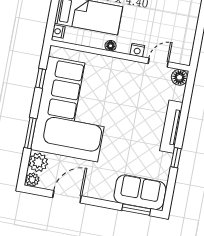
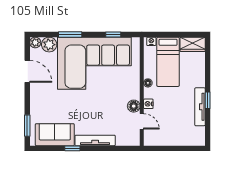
floor lamp: (180, 77) -> (134, 106), moved
sofa: (140, 192) -> (55, 135), moved, turned -90

